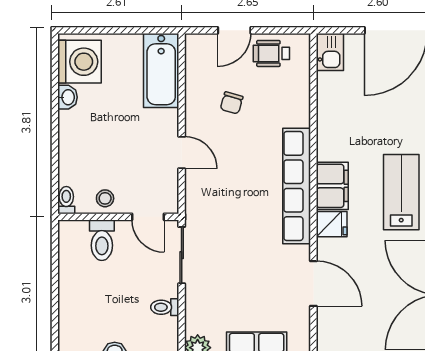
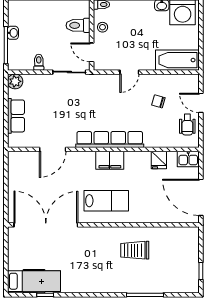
wheelchair: (271, 53) -> (187, 125), turned 180
door: (148, 217) -> (92, 52), hinge flipped
fridge: (332, 224) -> (159, 160), moved

